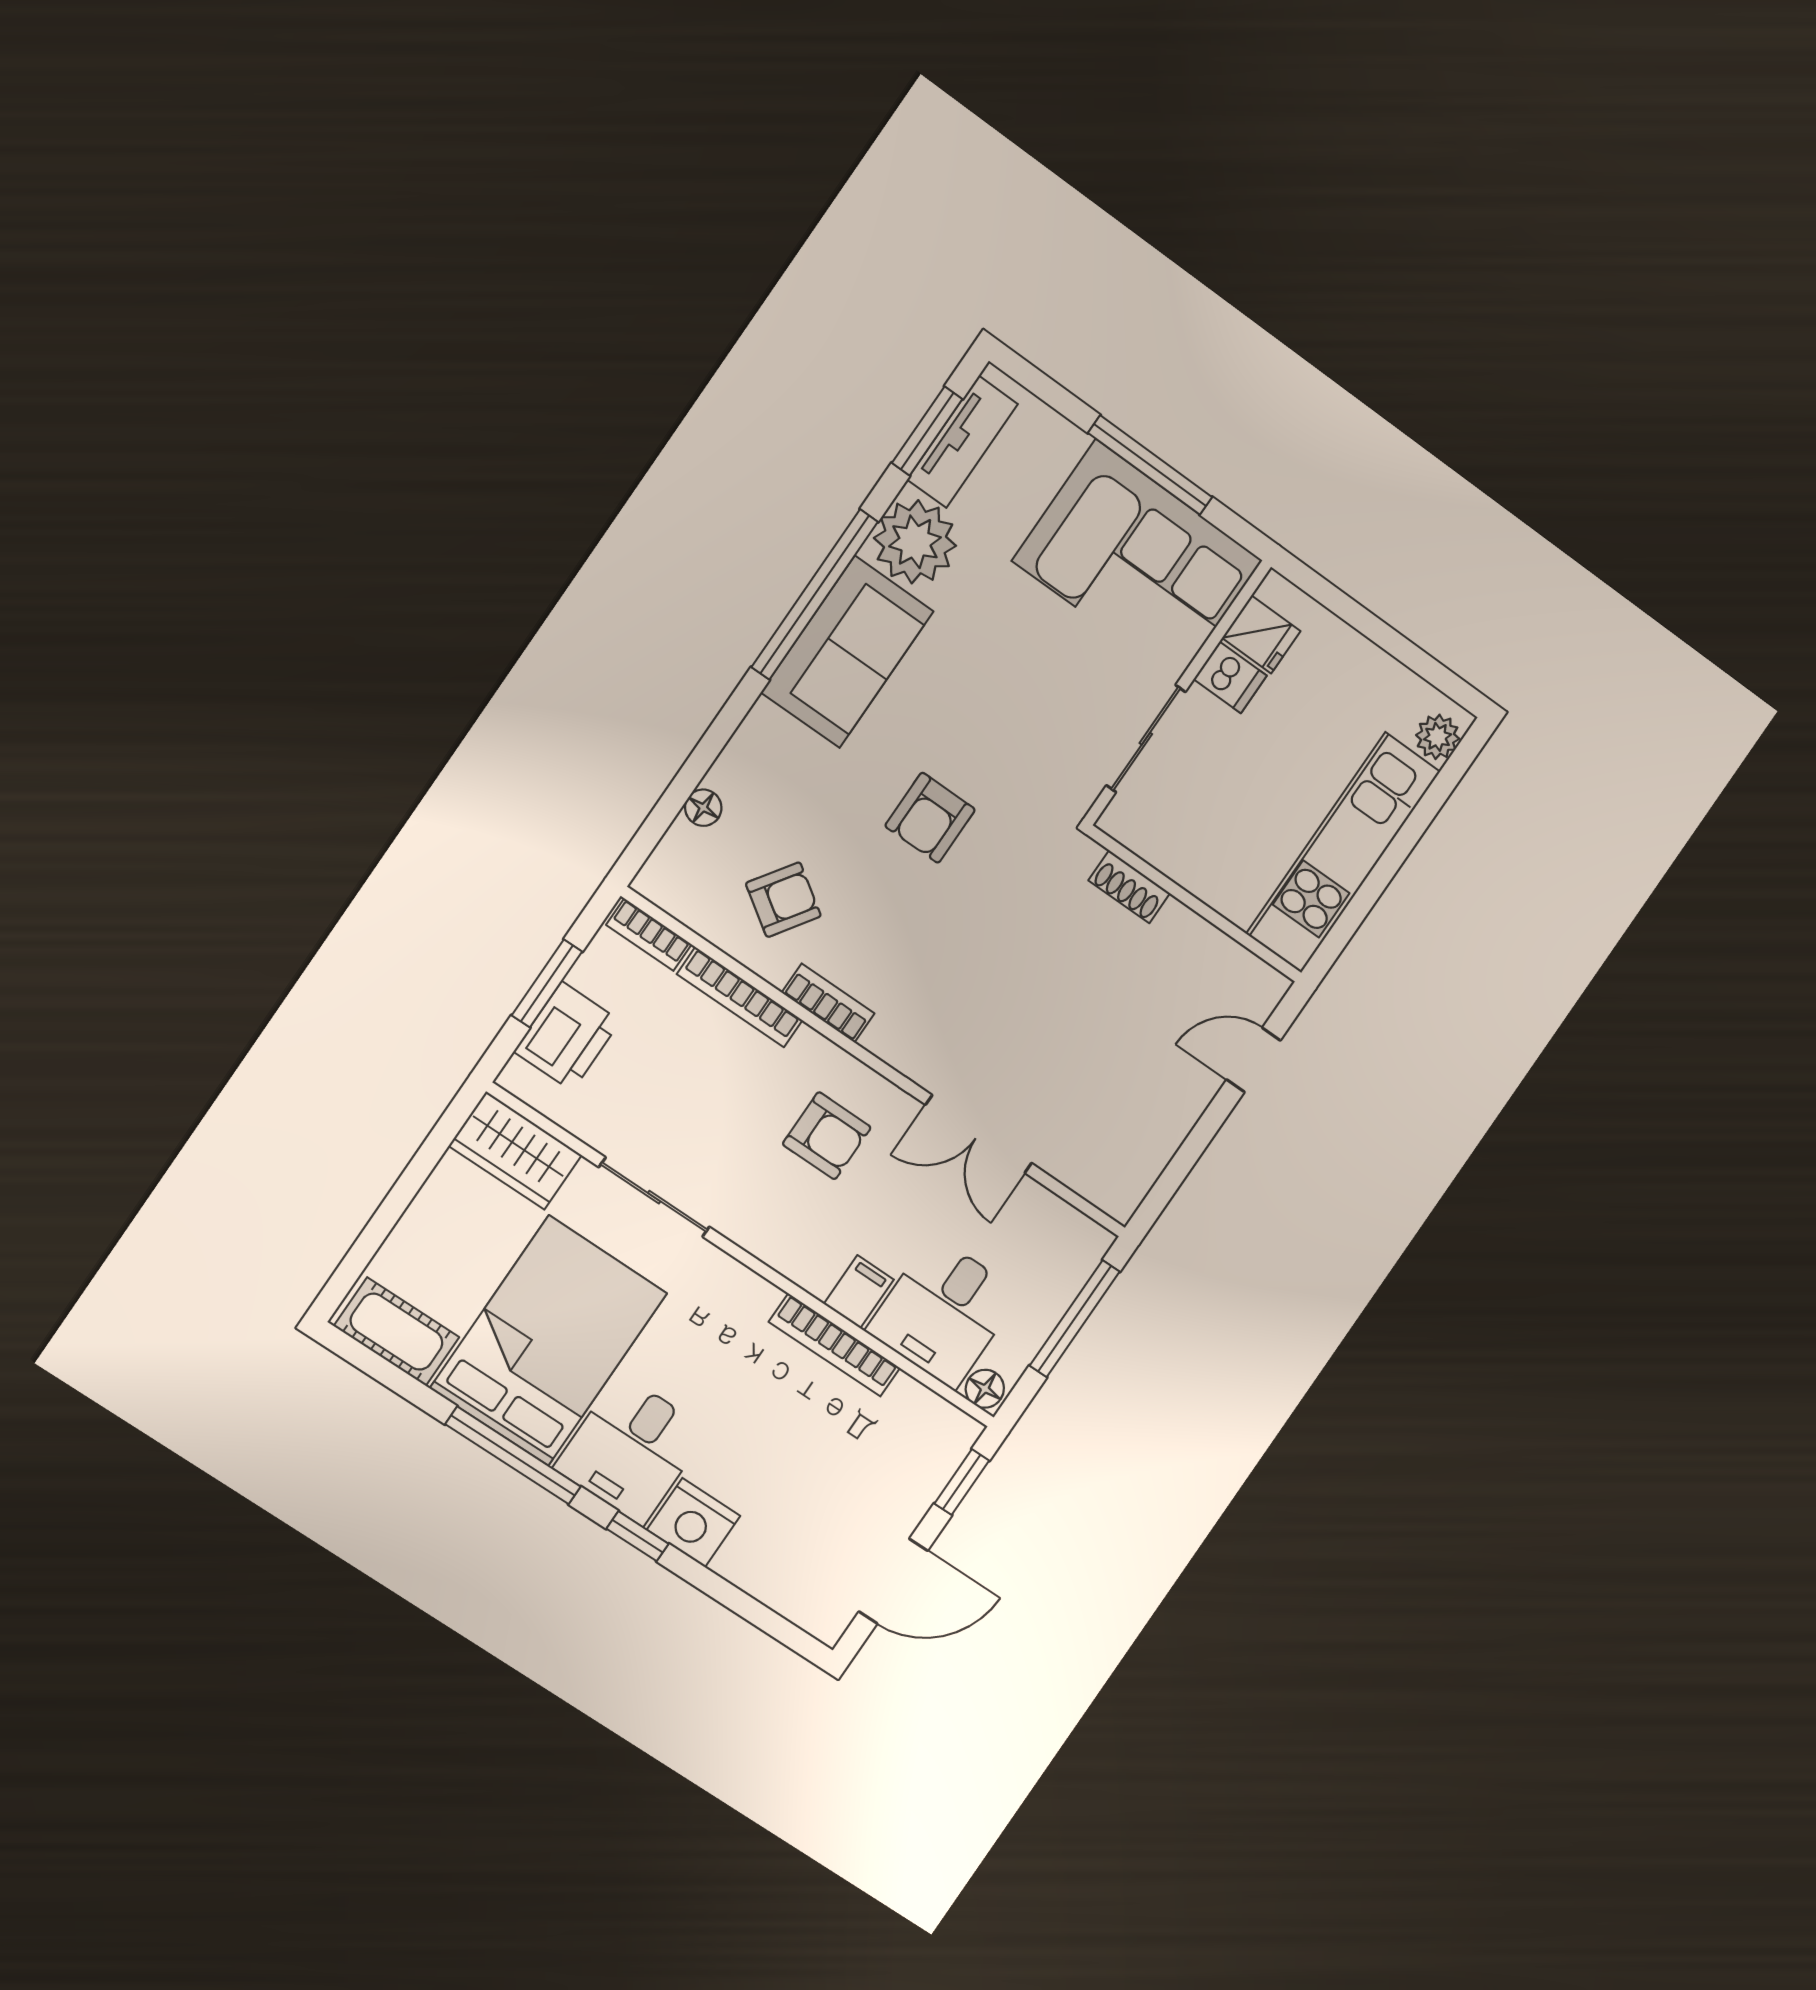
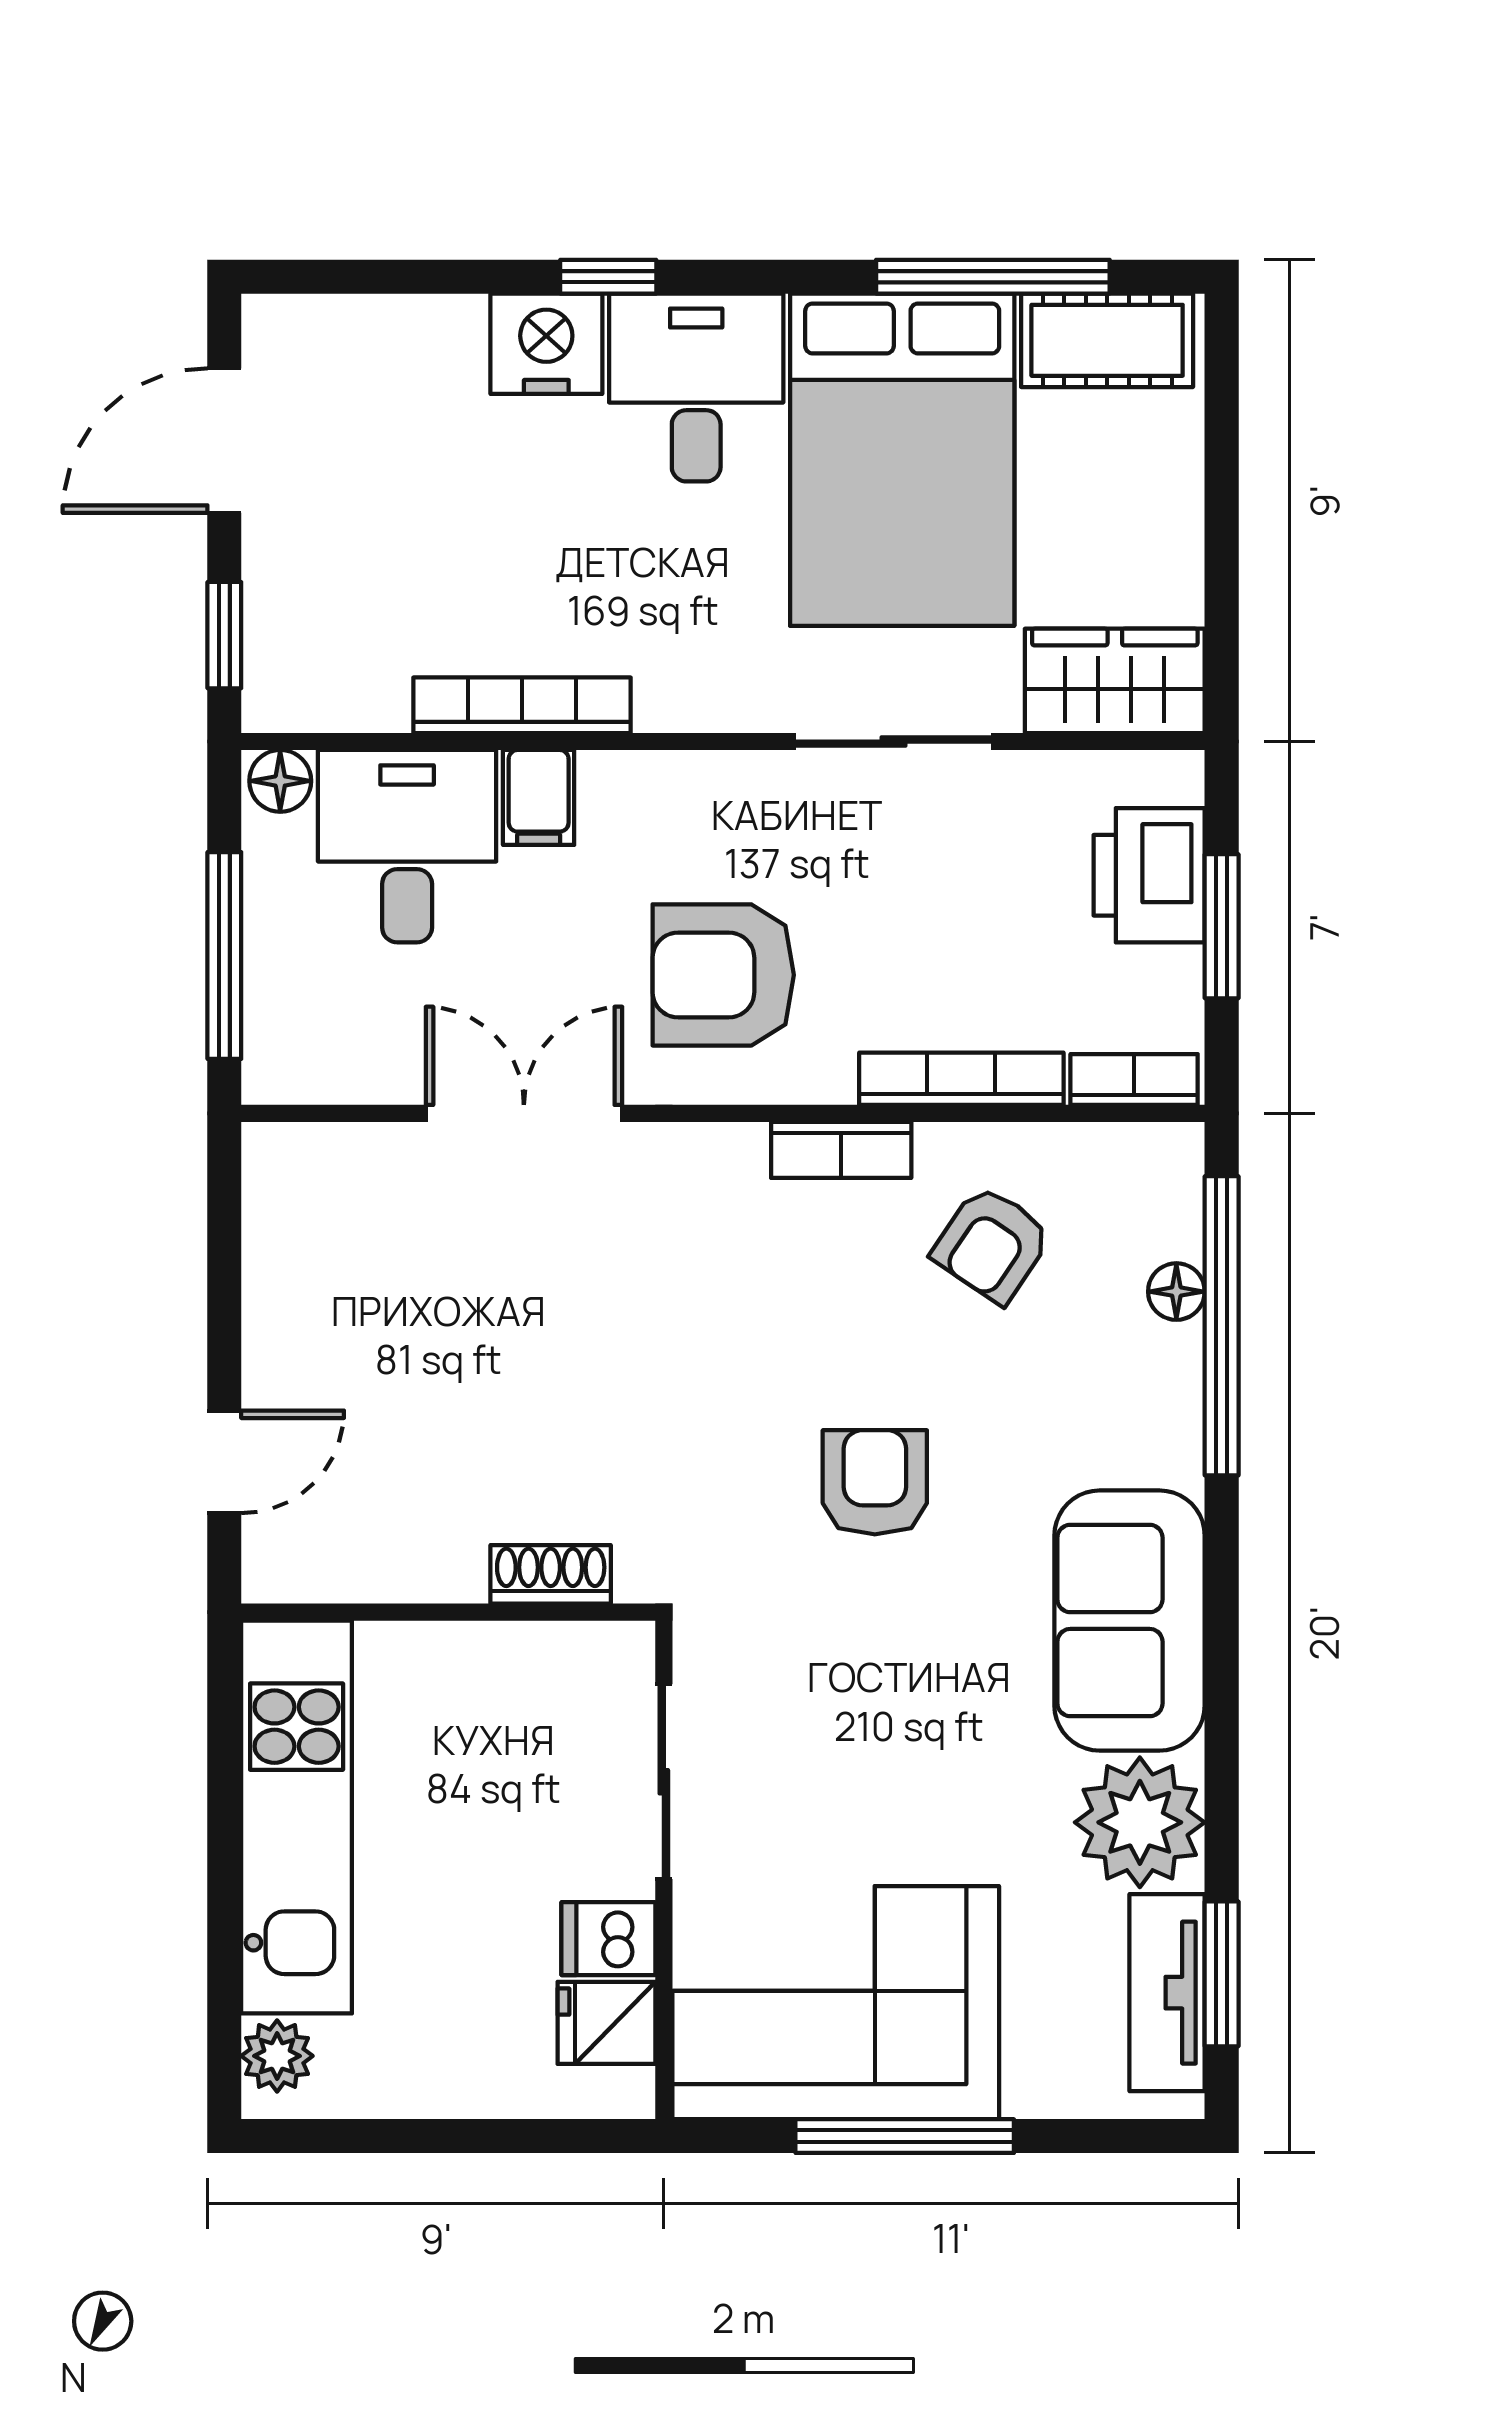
window: (815, 594) -> (1222, 1326), moved
armchair: (827, 1136) -> (723, 975), width x1.38, depth x1.38
window: (513, 1455) -> (993, 277), moved

